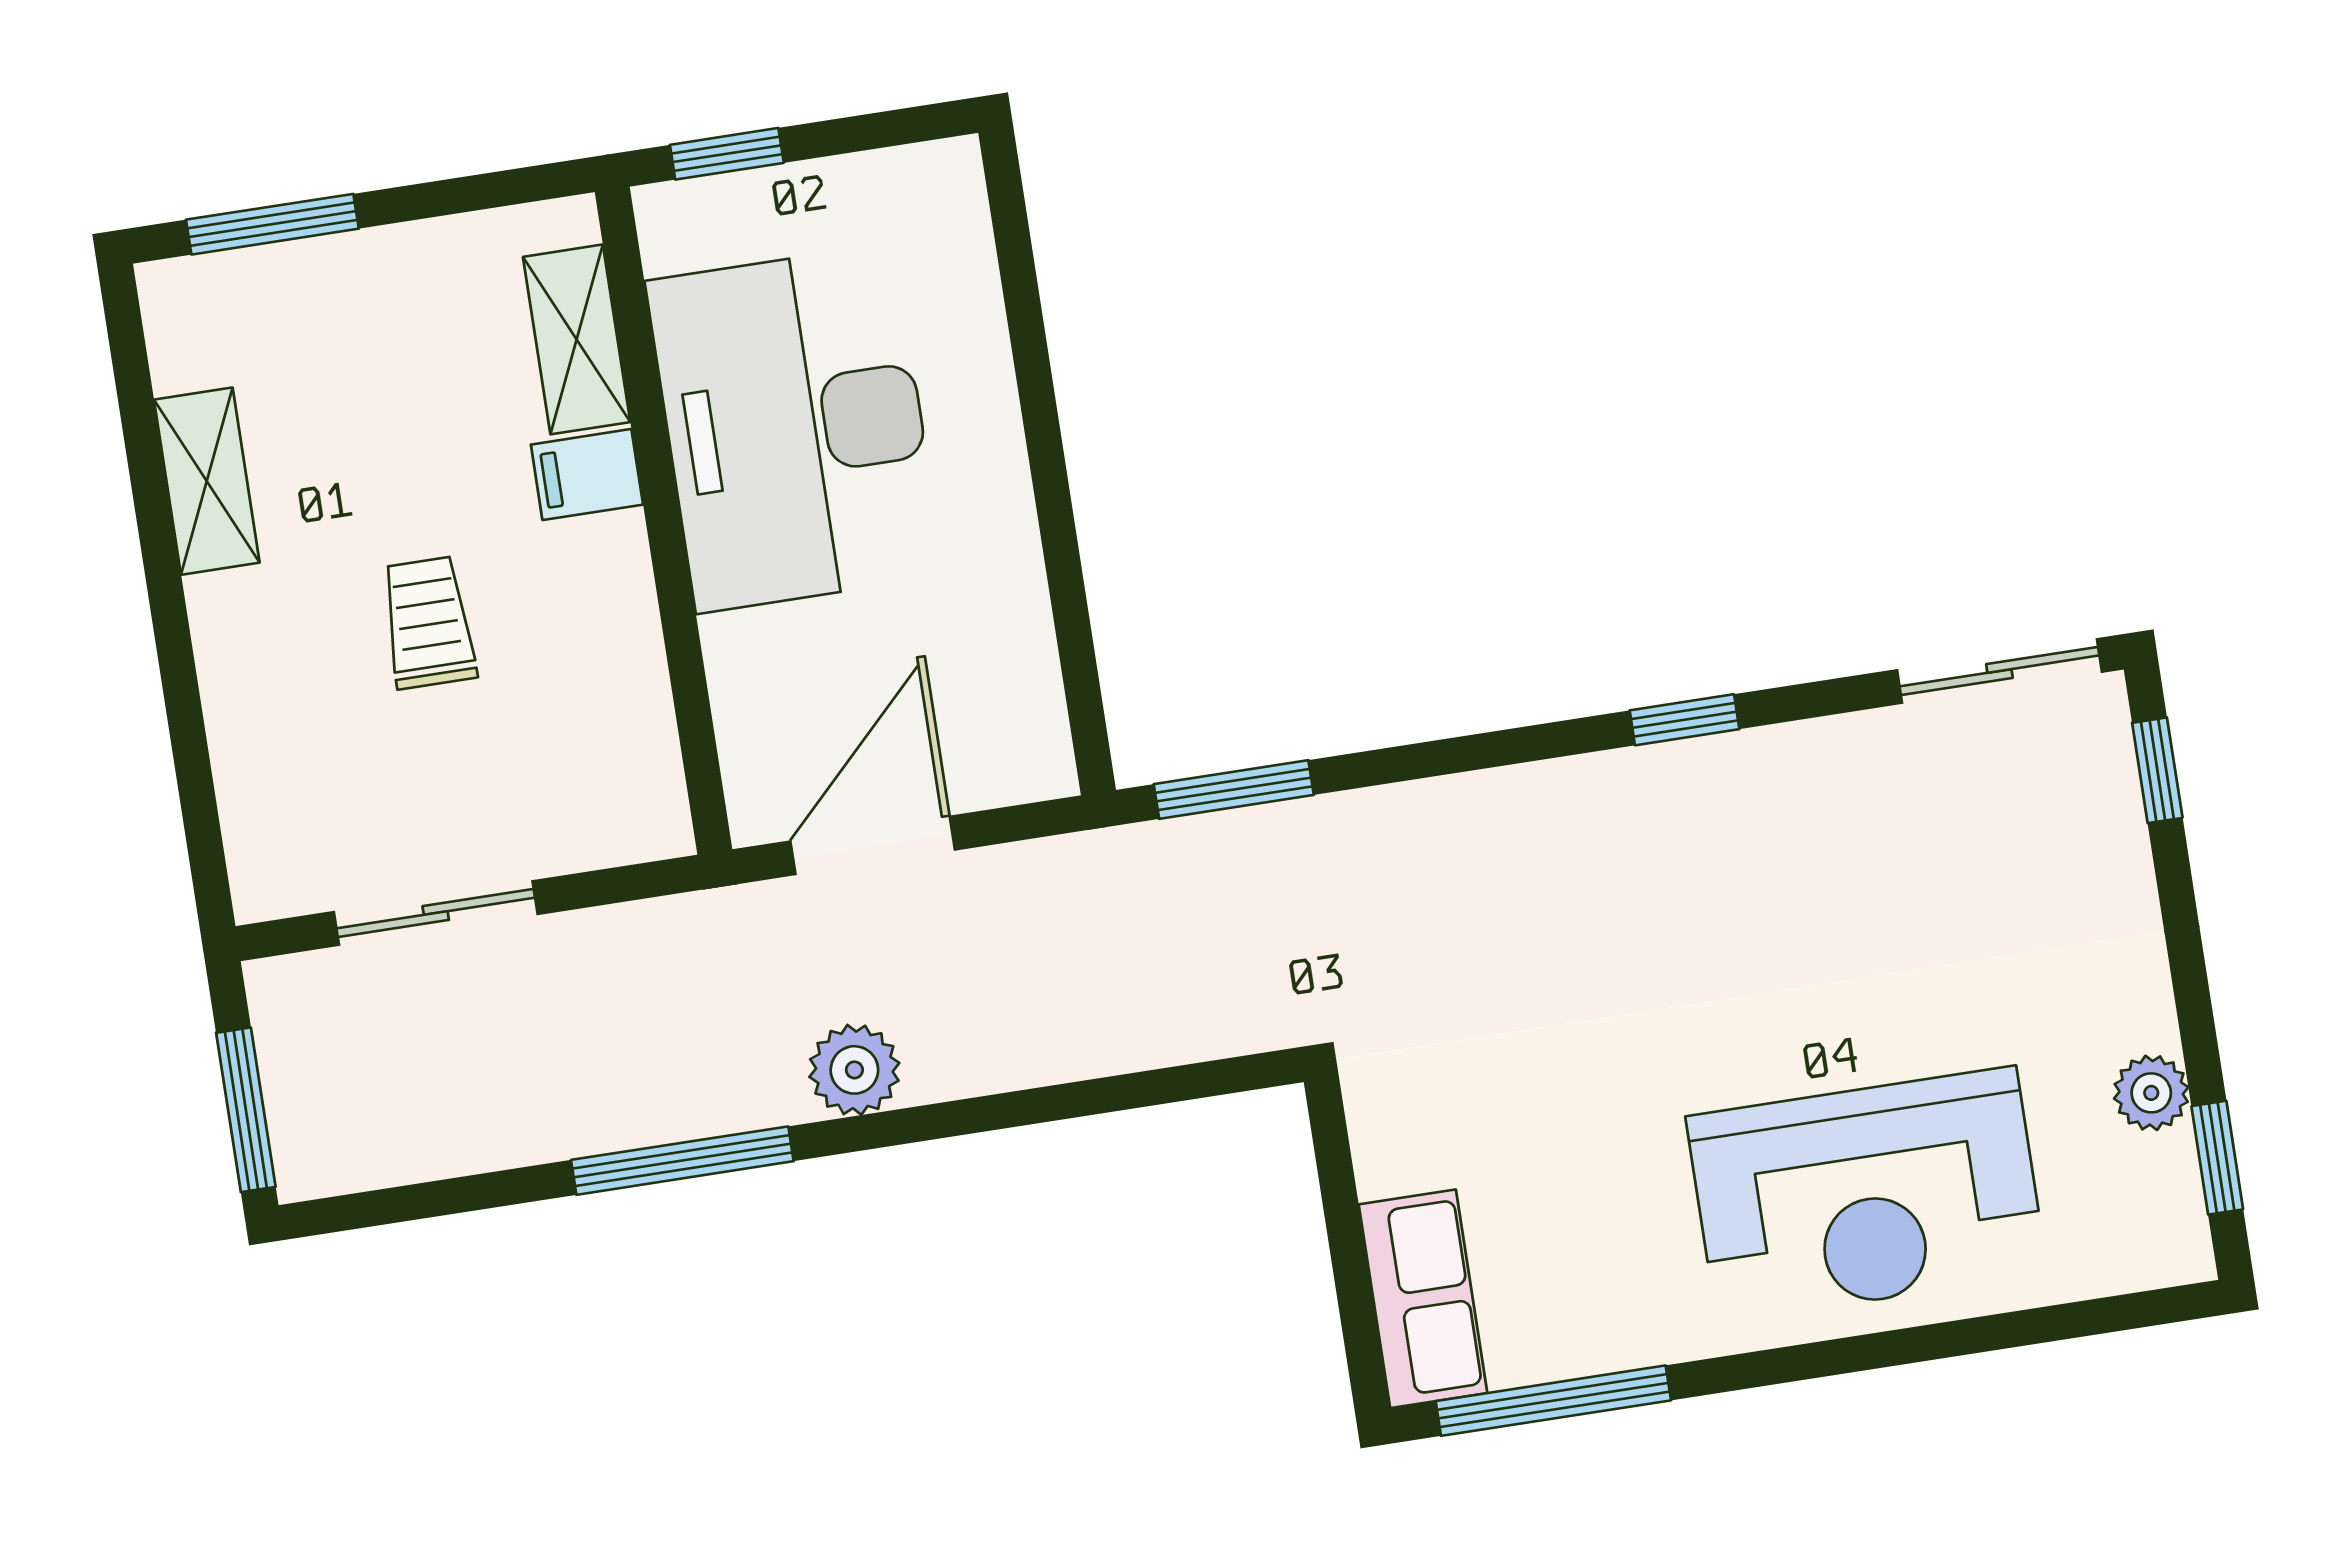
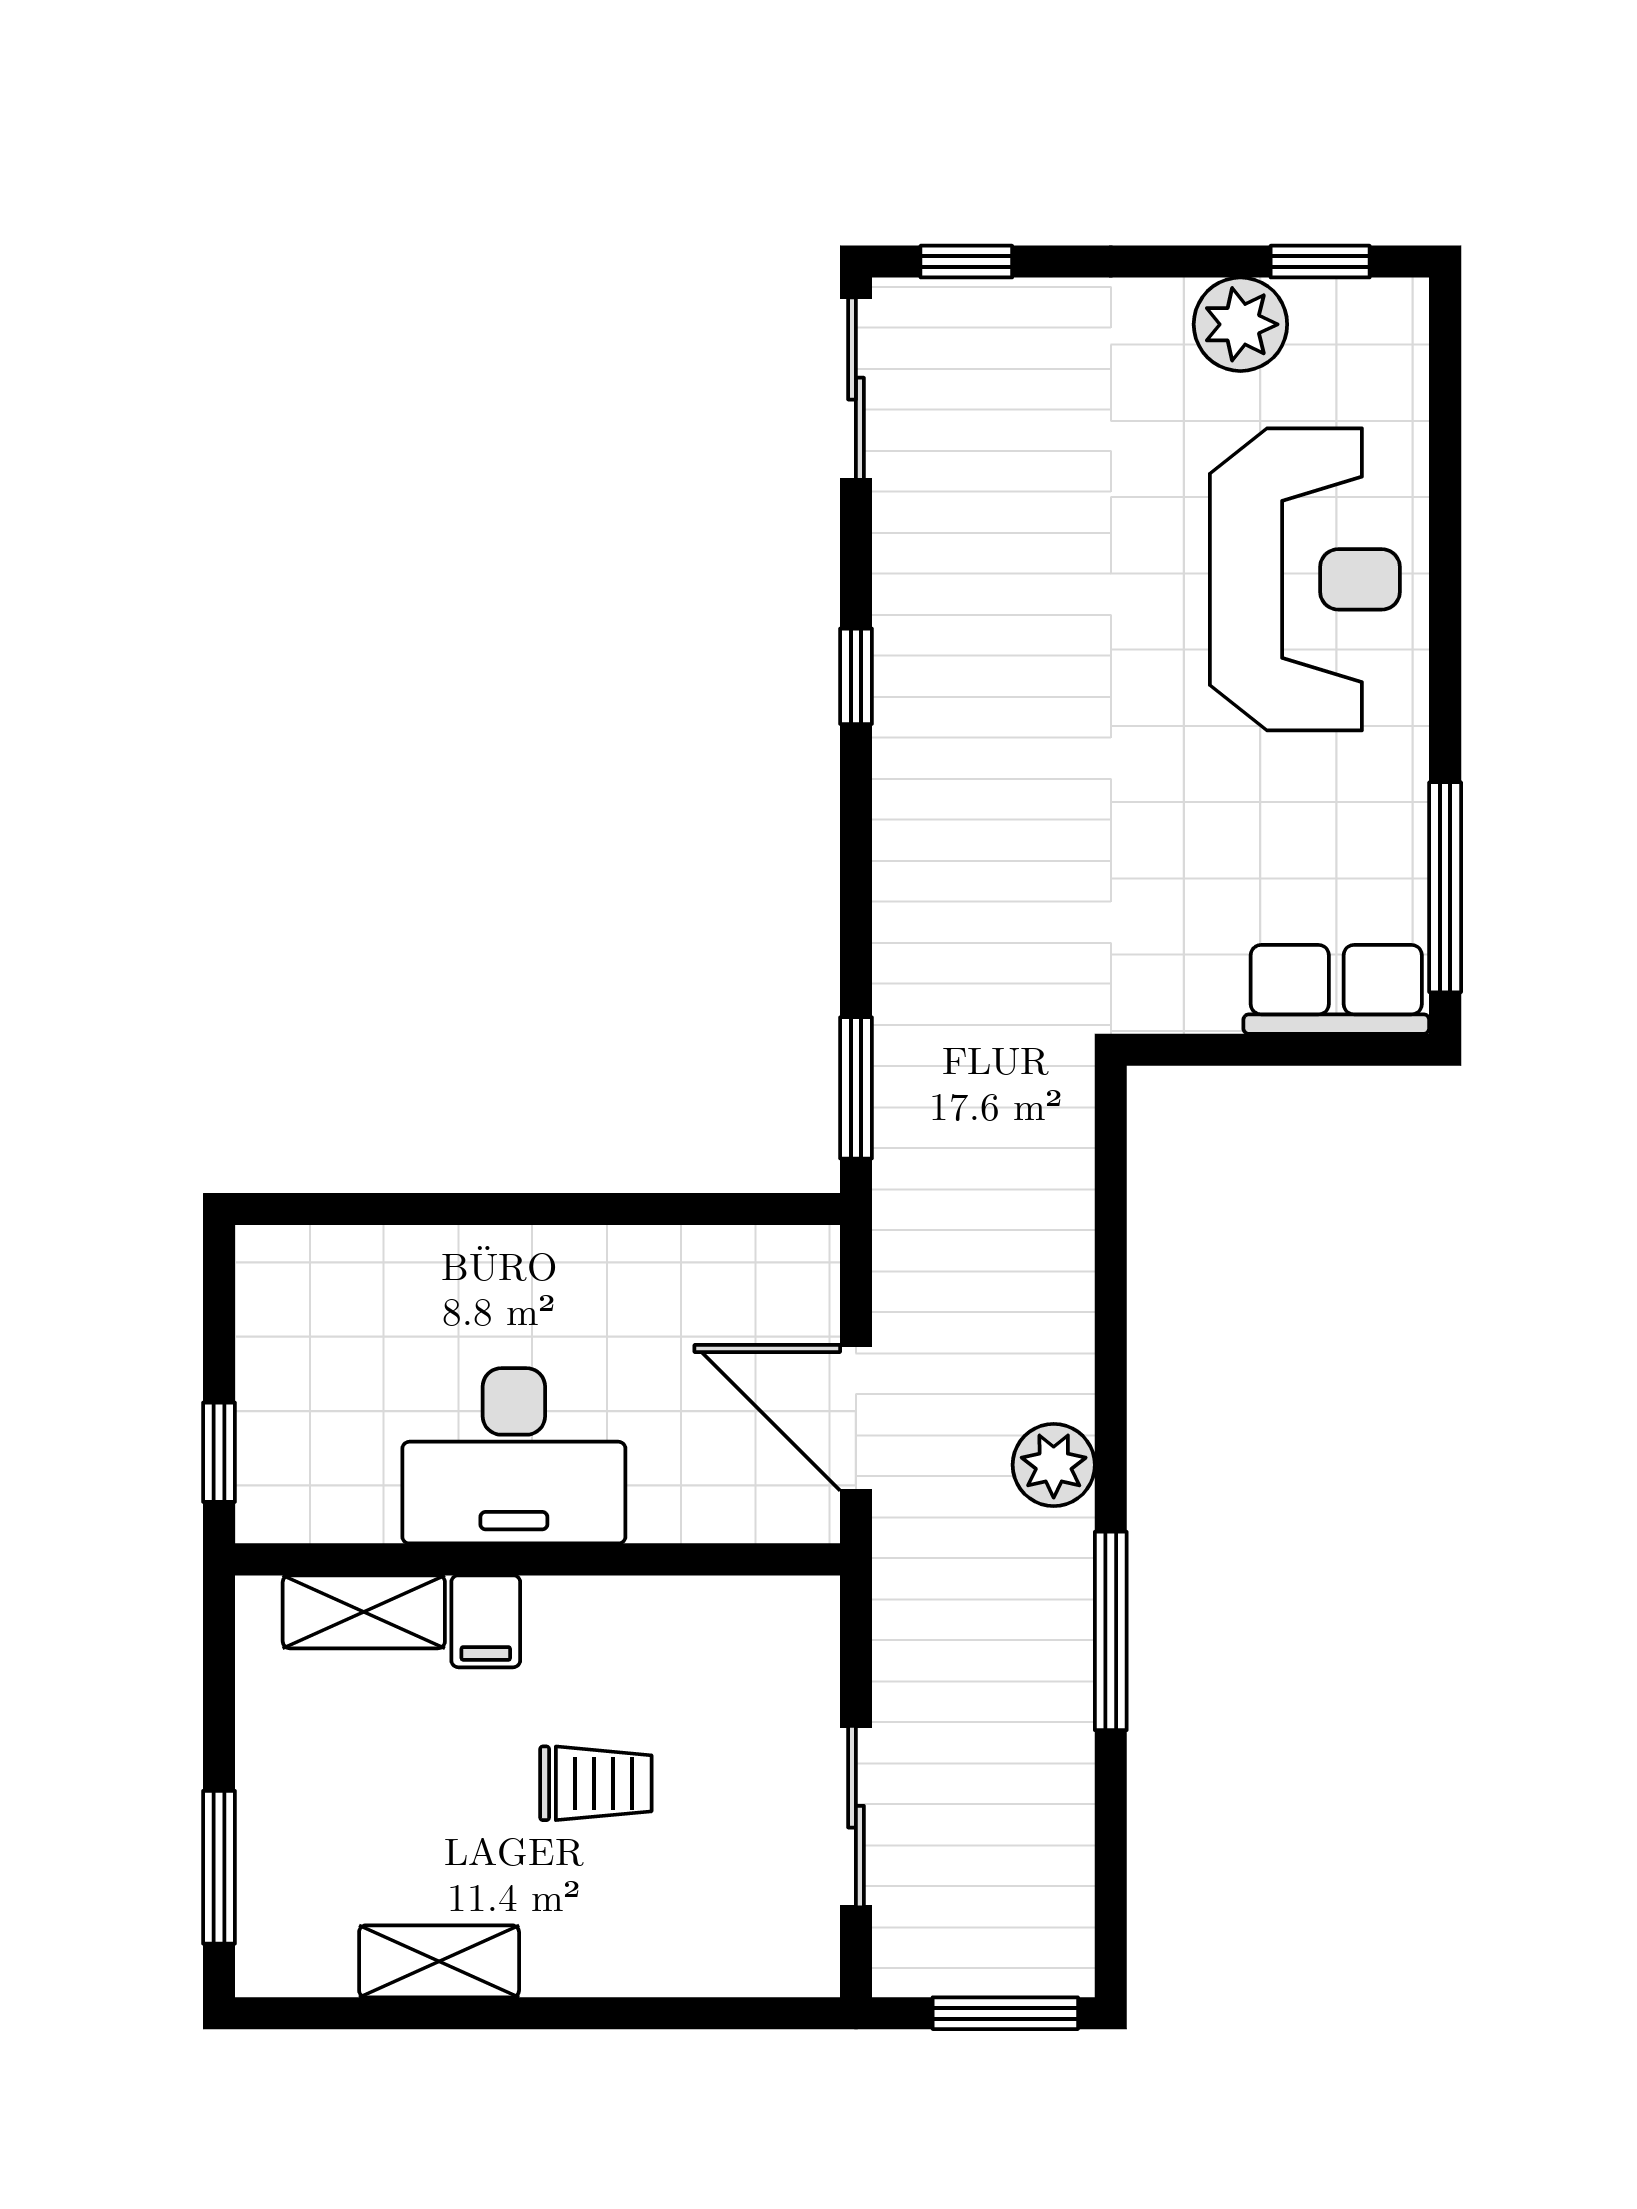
desk: (795, 428) -> (514, 1456), width x0.73, depth x0.77
trolley: (428, 623) -> (596, 1783), turned 180
plant: (2151, 1093) -> (1240, 324), width x1.38, depth x1.38

